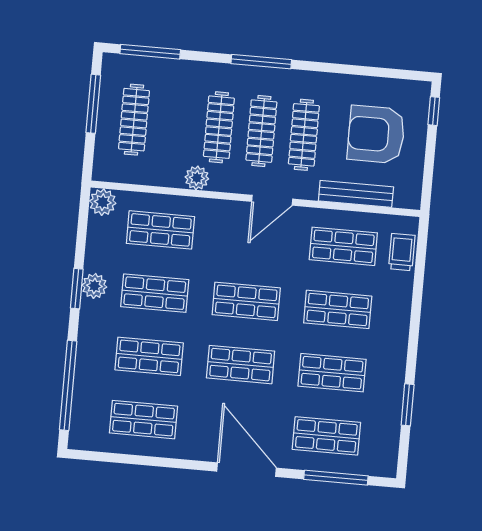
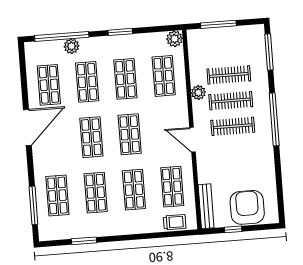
window: (261, 62) -> (274, 119), width x1.46
window: (93, 104) -> (218, 24), moved
window: (434, 111) -> (233, 229), moved
clothes rail: (134, 120) -> (229, 75), moved
armchair: (376, 134) -> (247, 207), moved
clothes rail: (304, 135) -> (235, 152), removed
bench: (356, 194) -> (206, 206), moved
plant: (94, 286) -> (72, 46), moved
door: (246, 470) -> (27, 128), moved

